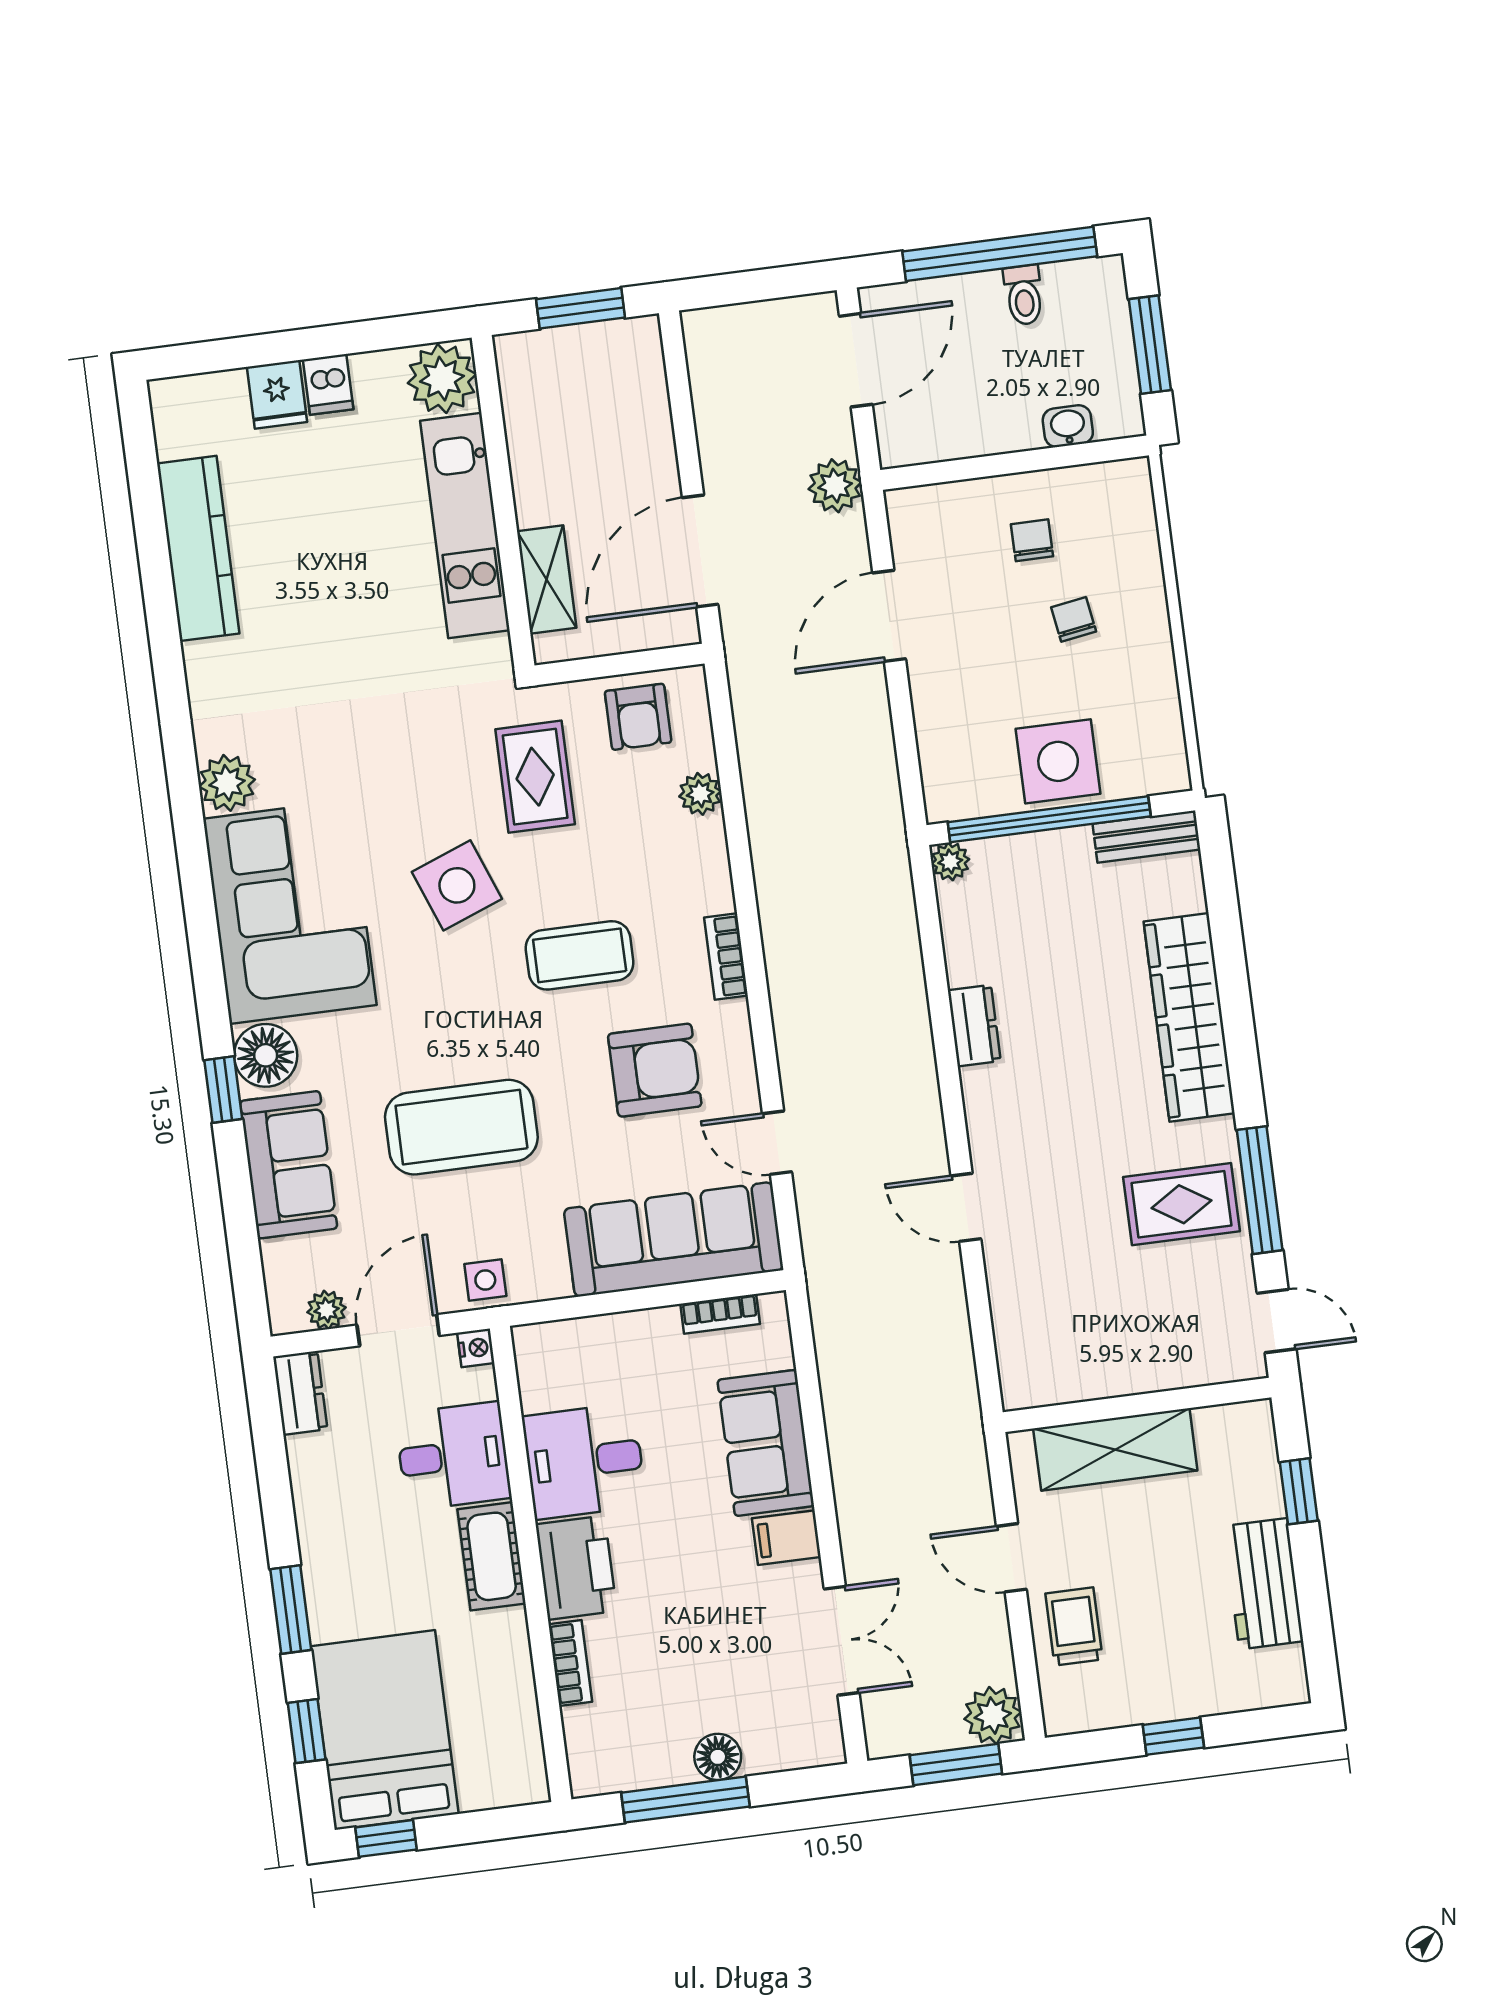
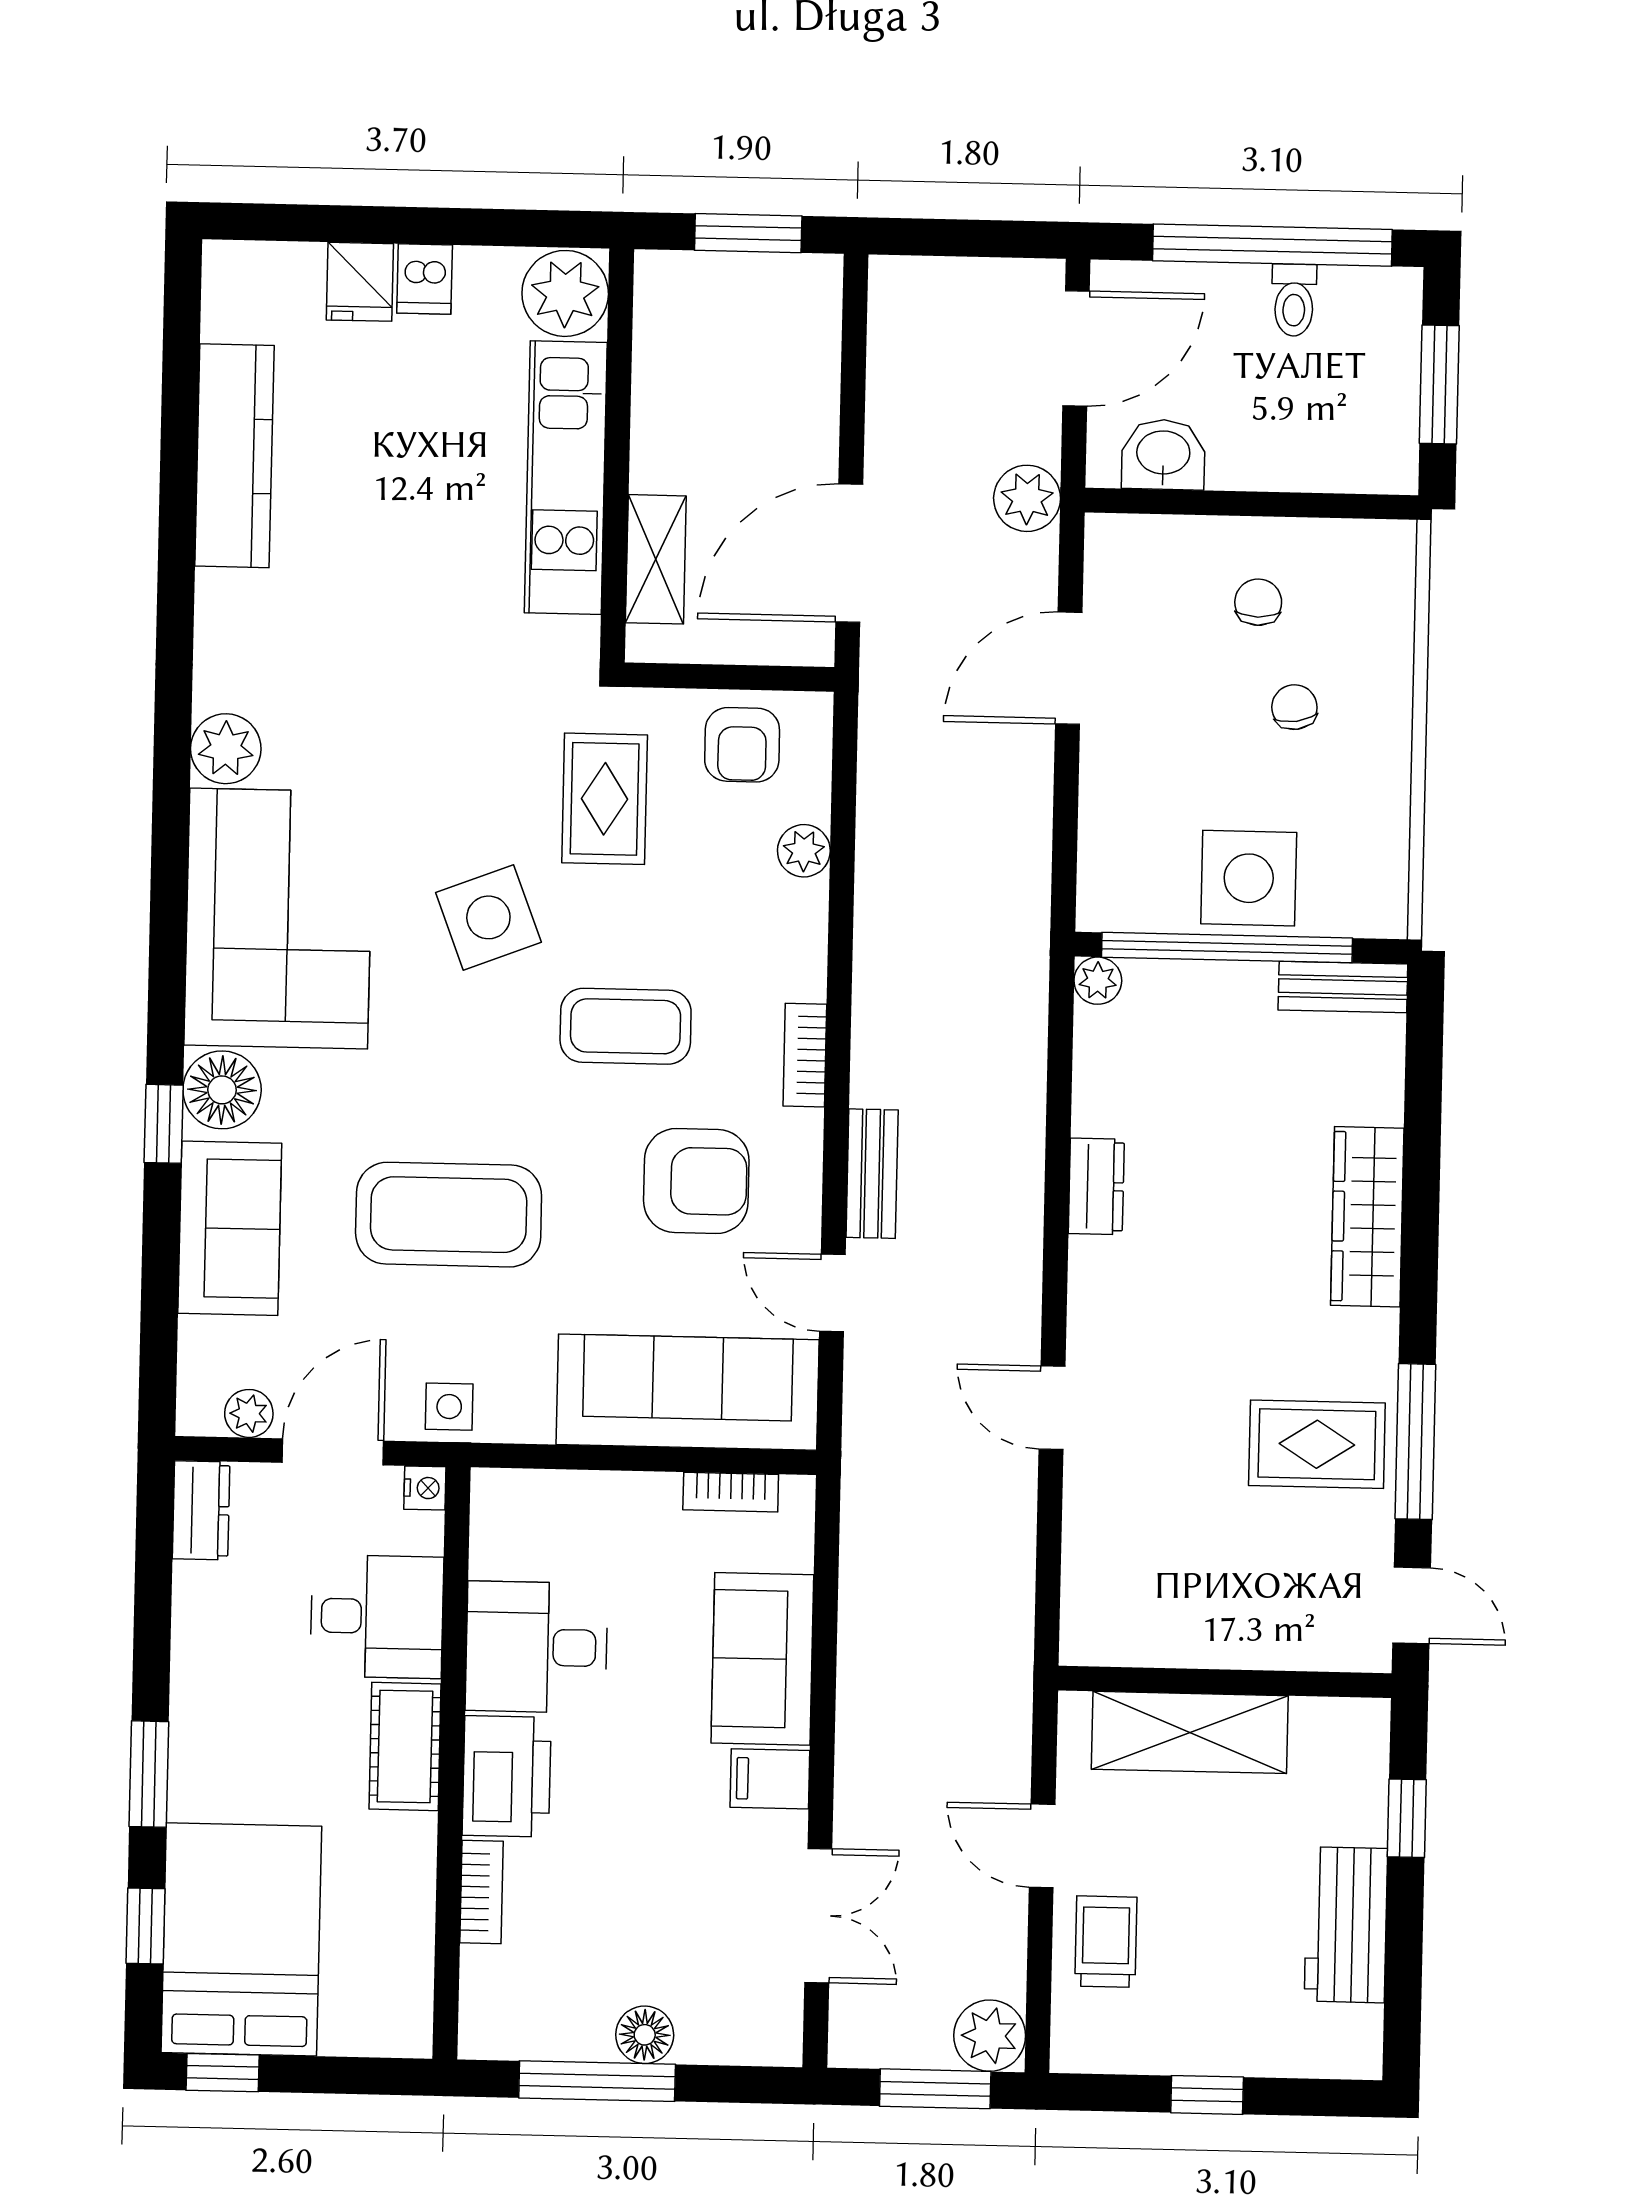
washbasin: (1068, 426) -> (1163, 455), moved, width x1.38, depth x1.45
wardrobe: (1189, 1017) -> (1367, 1217), width x0.71, depth x0.85
bench: (794, 1043) -> (872, 1174), added

